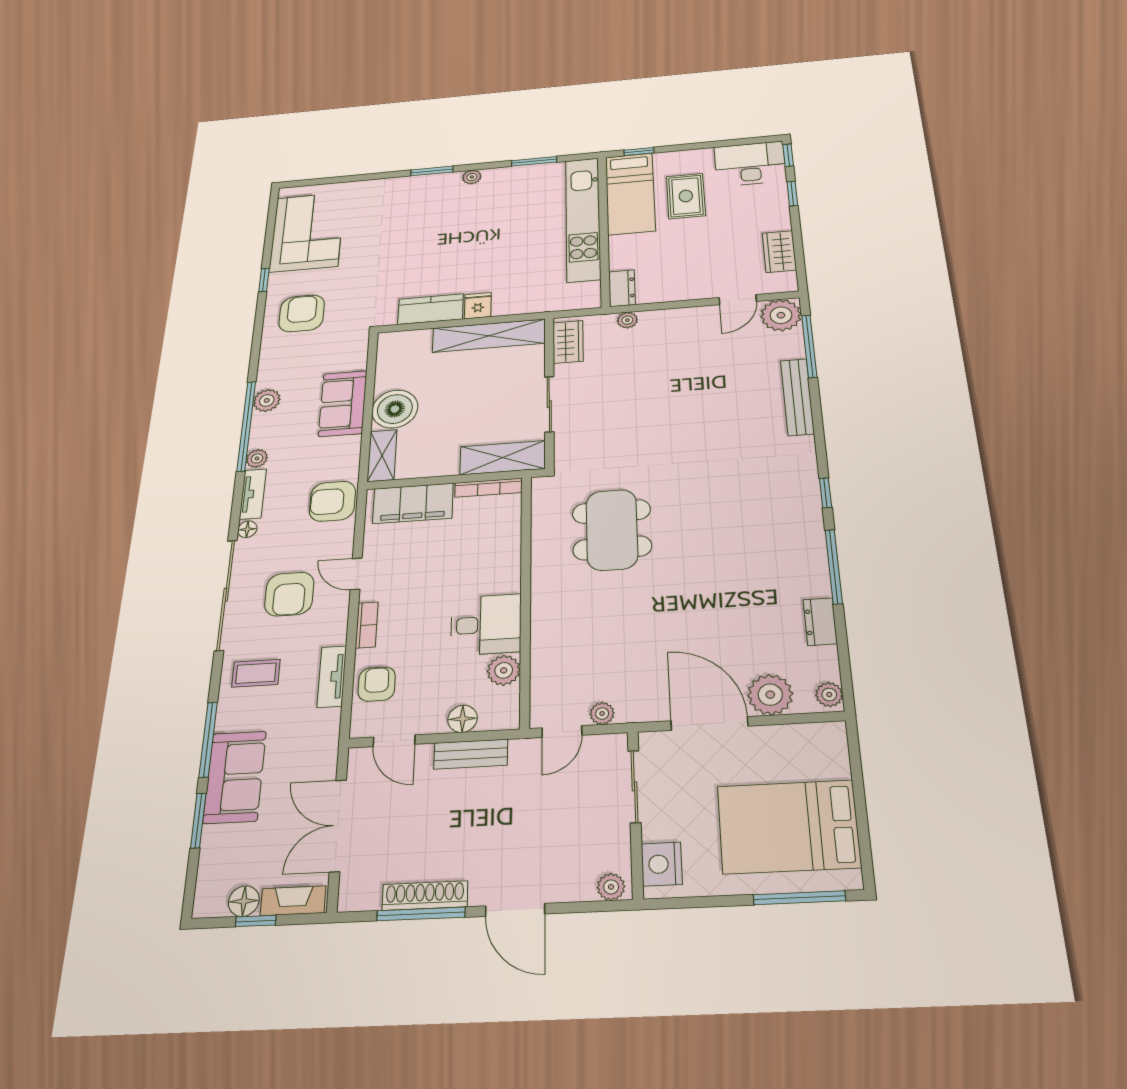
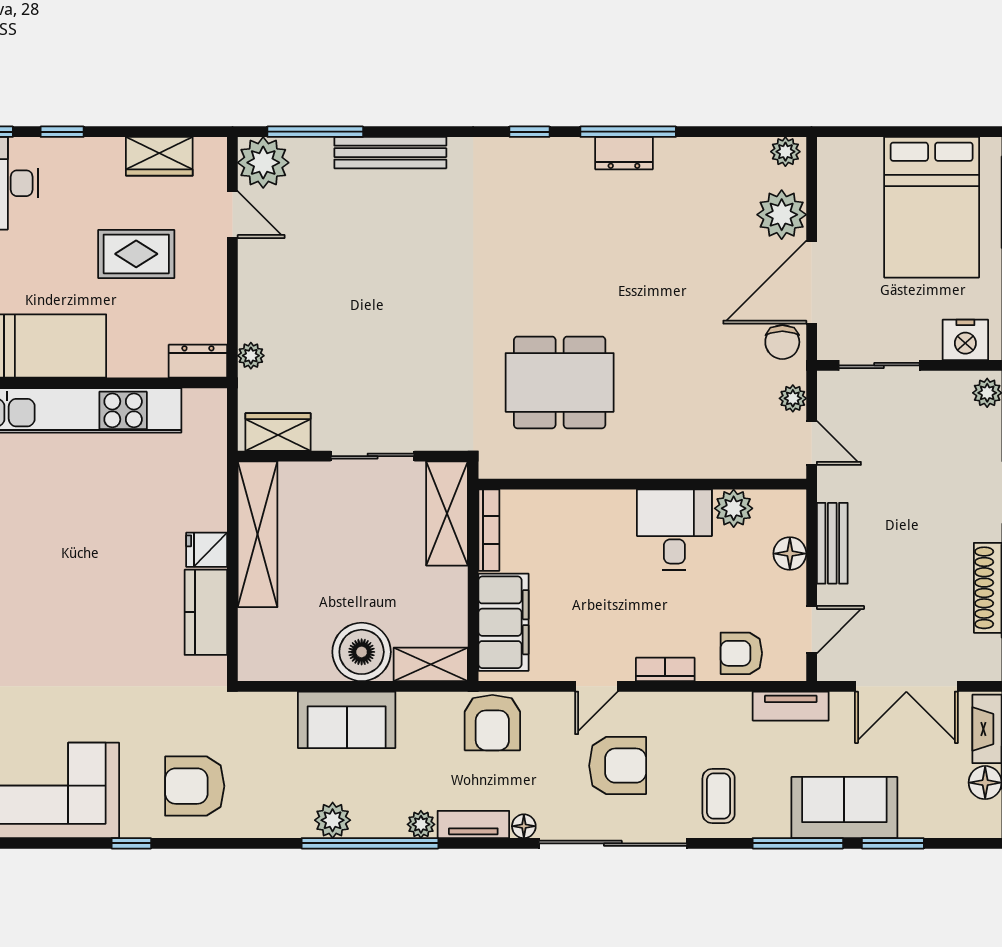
rug: (686, 196) -> (136, 254), moved
dresser: (820, 622) -> (624, 153), moved
tv unit: (332, 677) -> (791, 706), moved
chair: (653, 702) -> (782, 342), added

